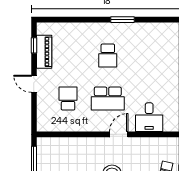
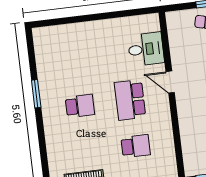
school desk: (68, 99) -> (136, 146), turned 180
school desk: (108, 99) -> (130, 100), turned 180

